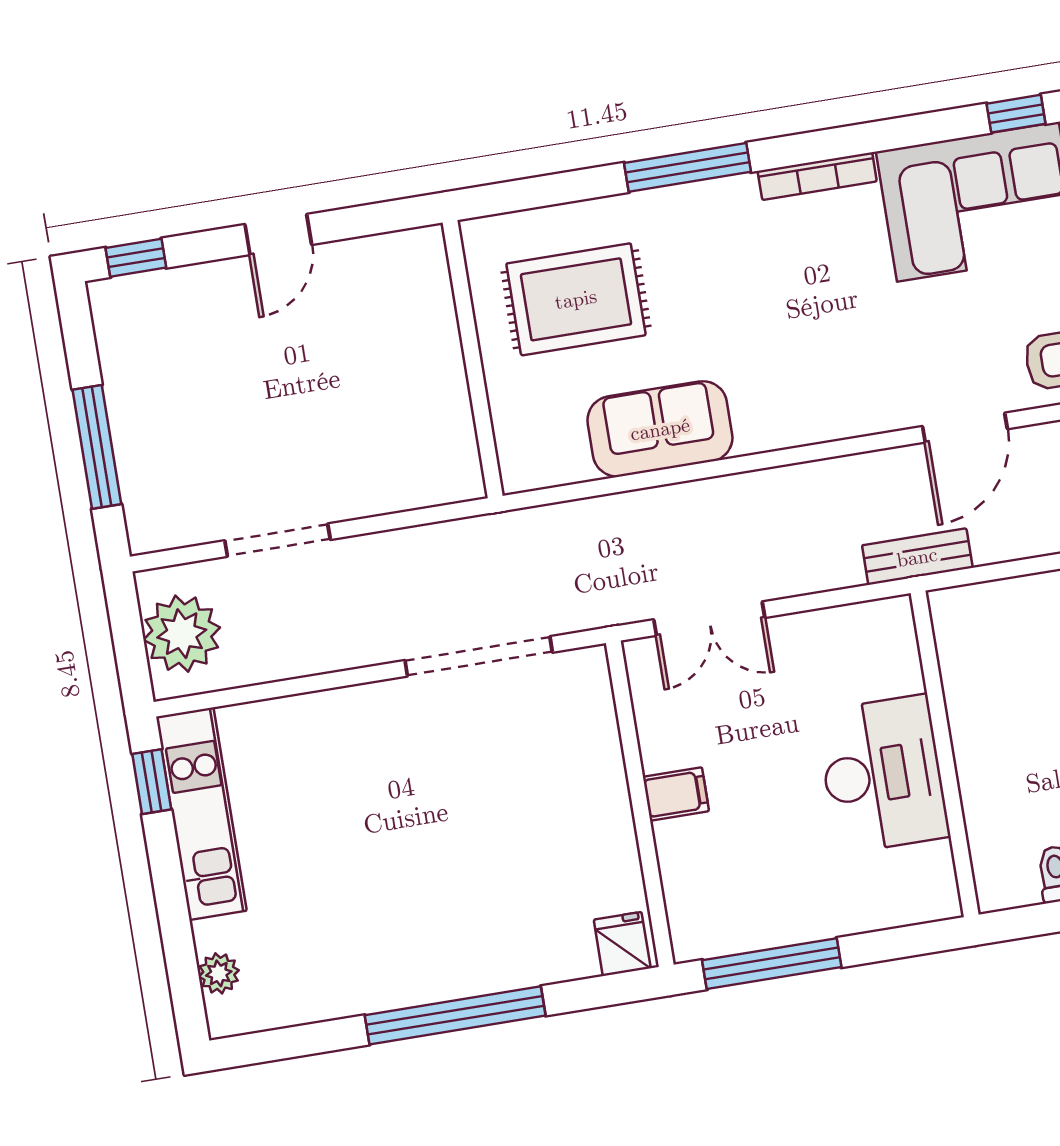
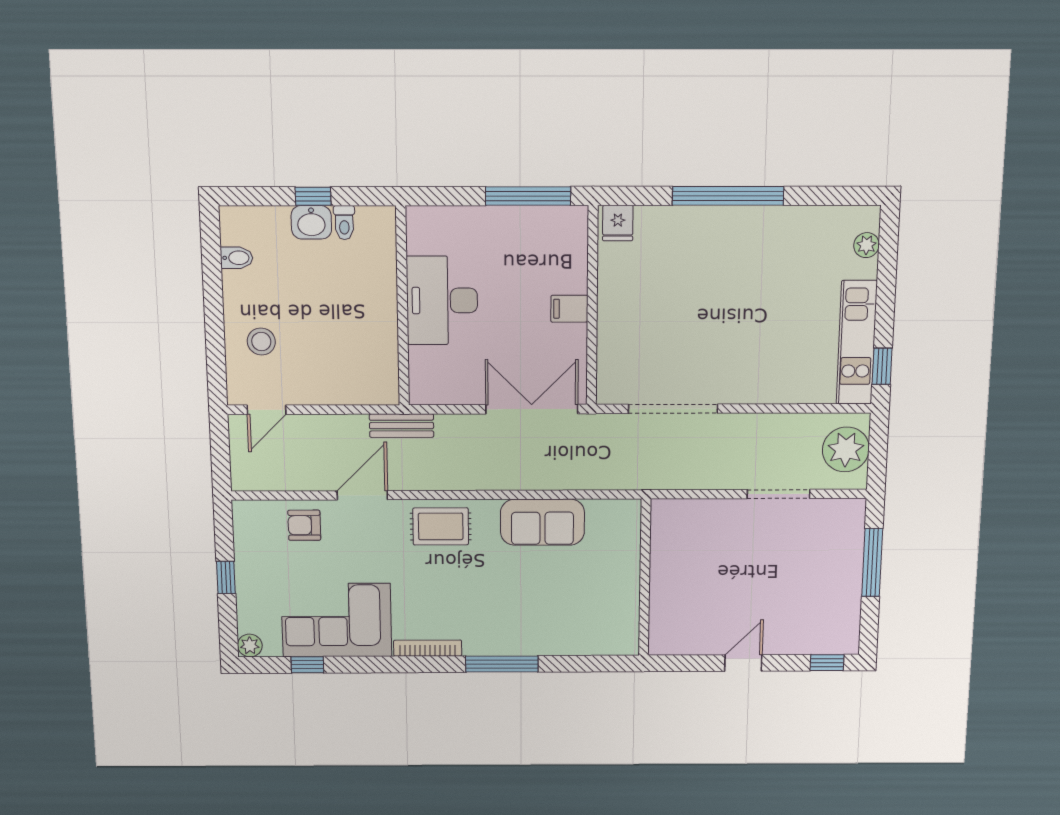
rug: (576, 299) -> (441, 526), moved, width x0.73, depth x0.70
double door: (709, 619) -> (532, 409), width x1.37

